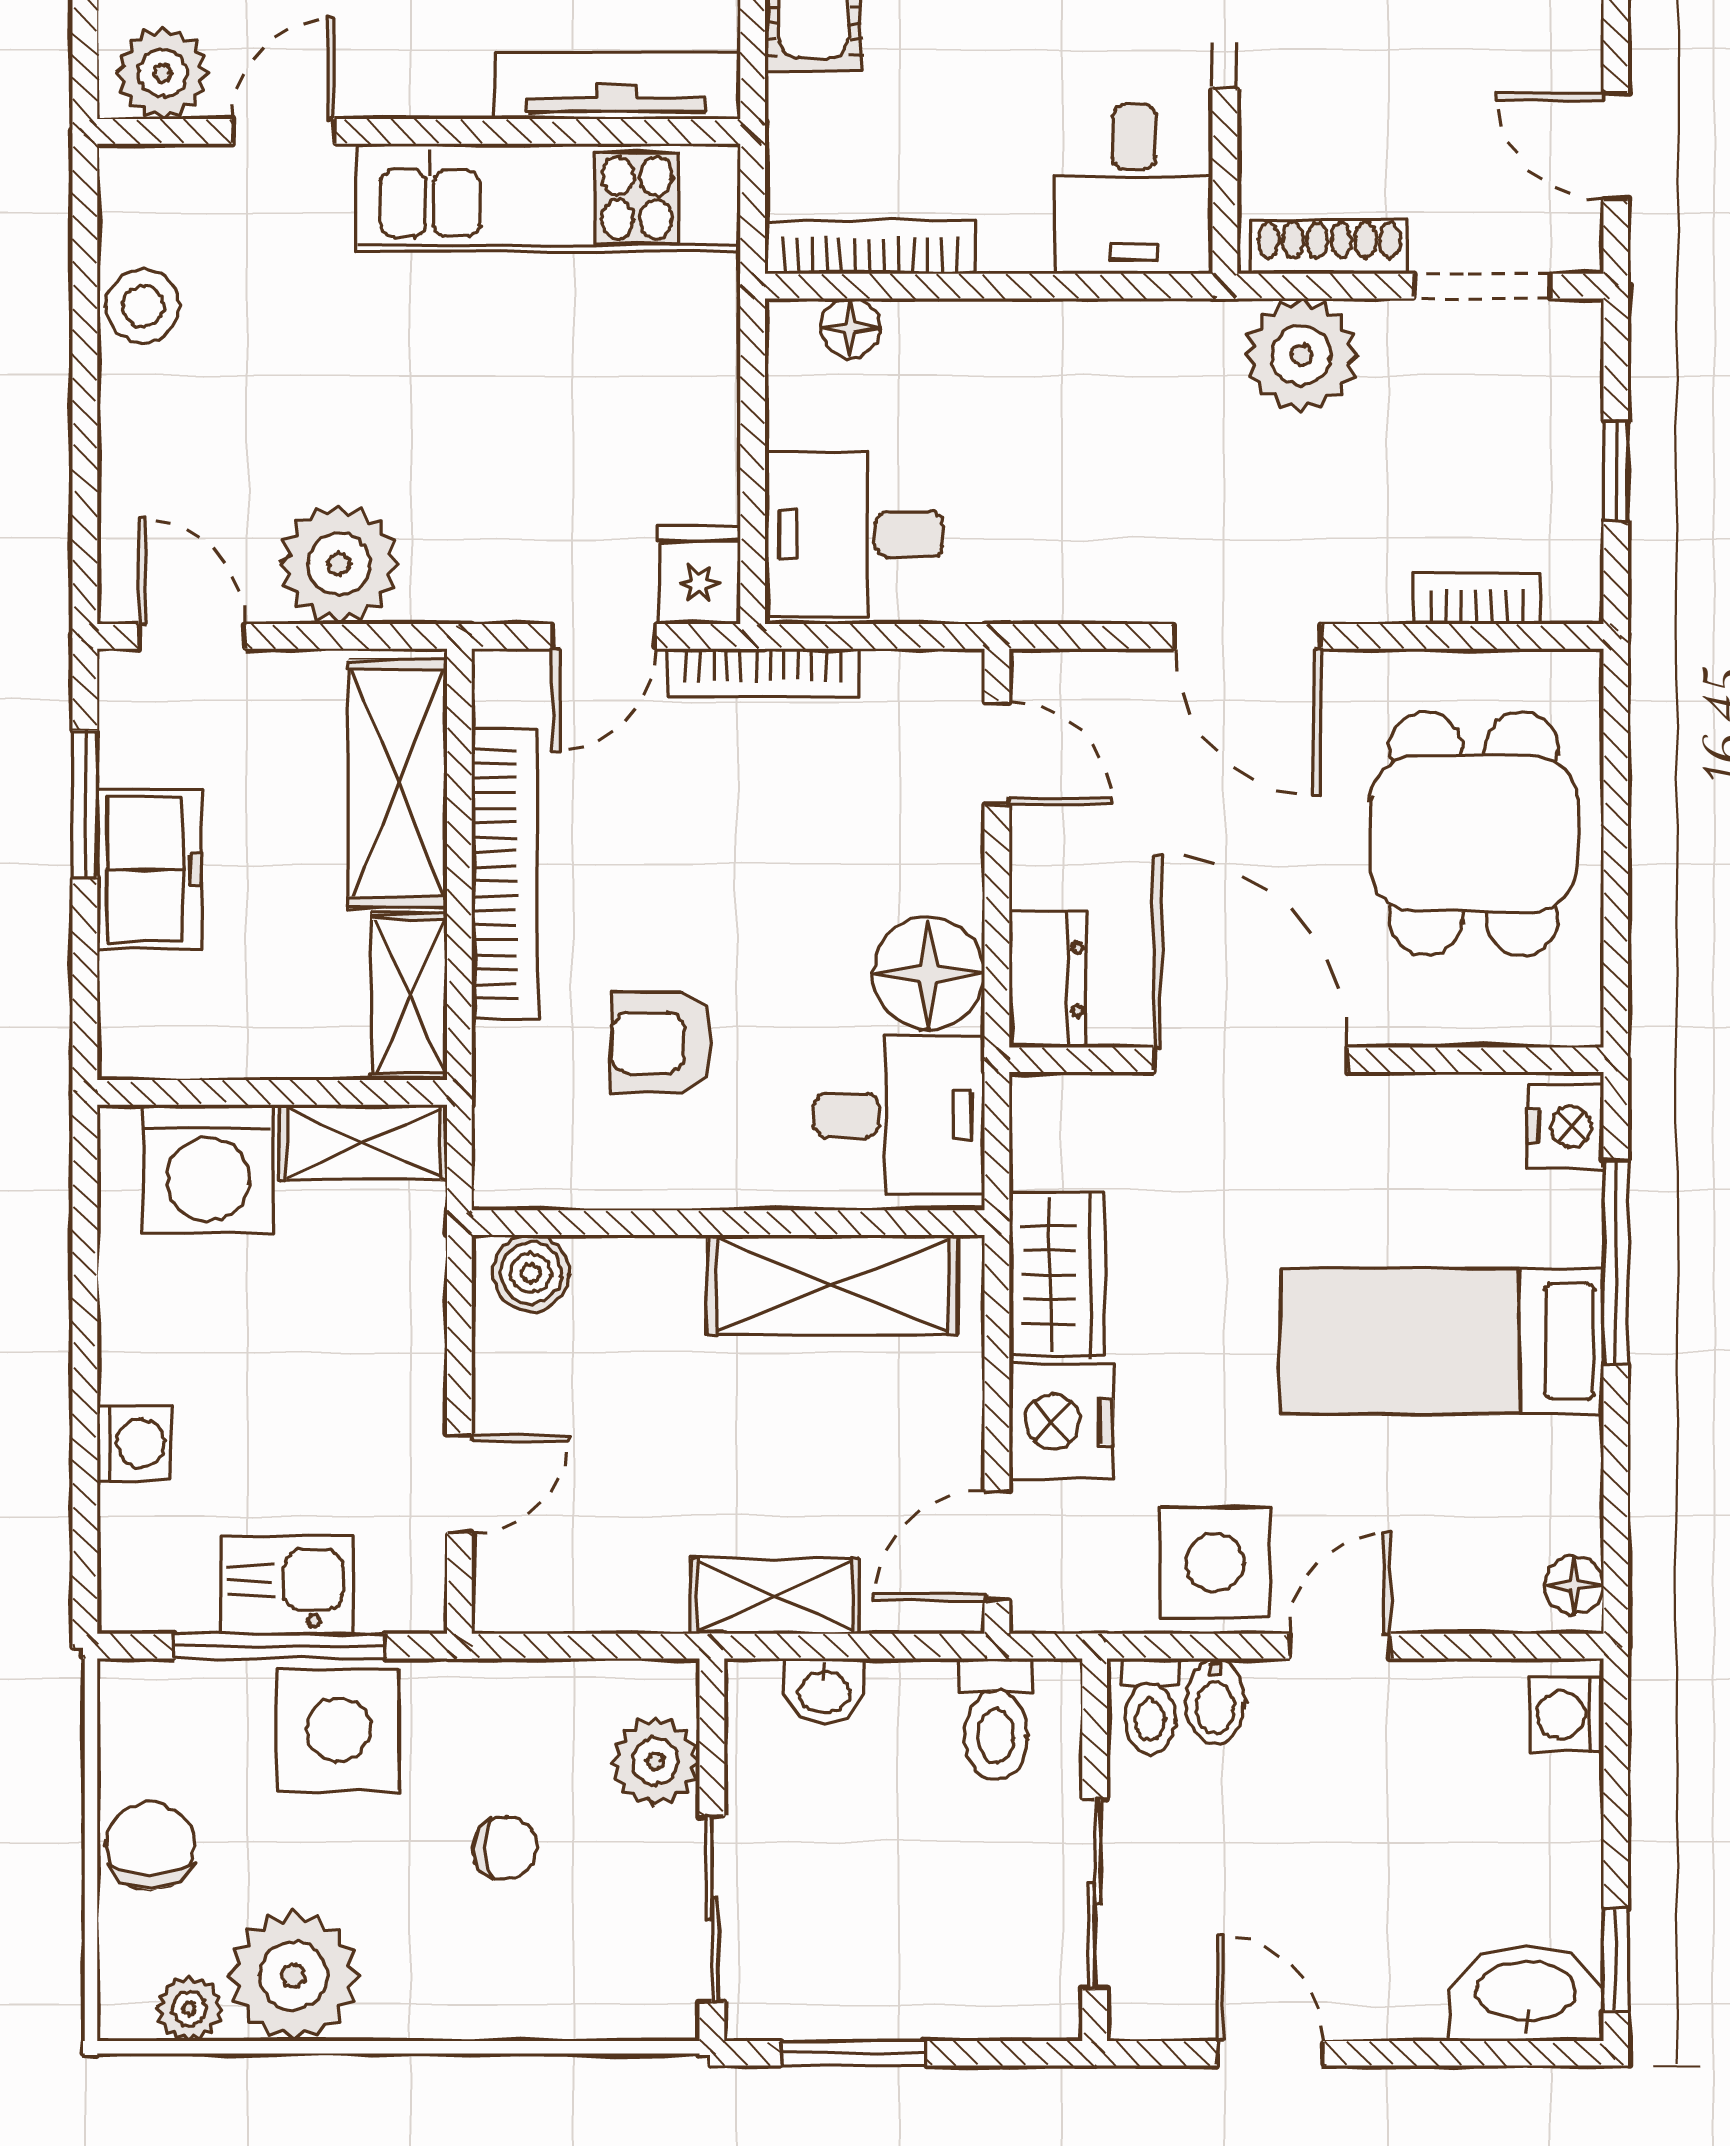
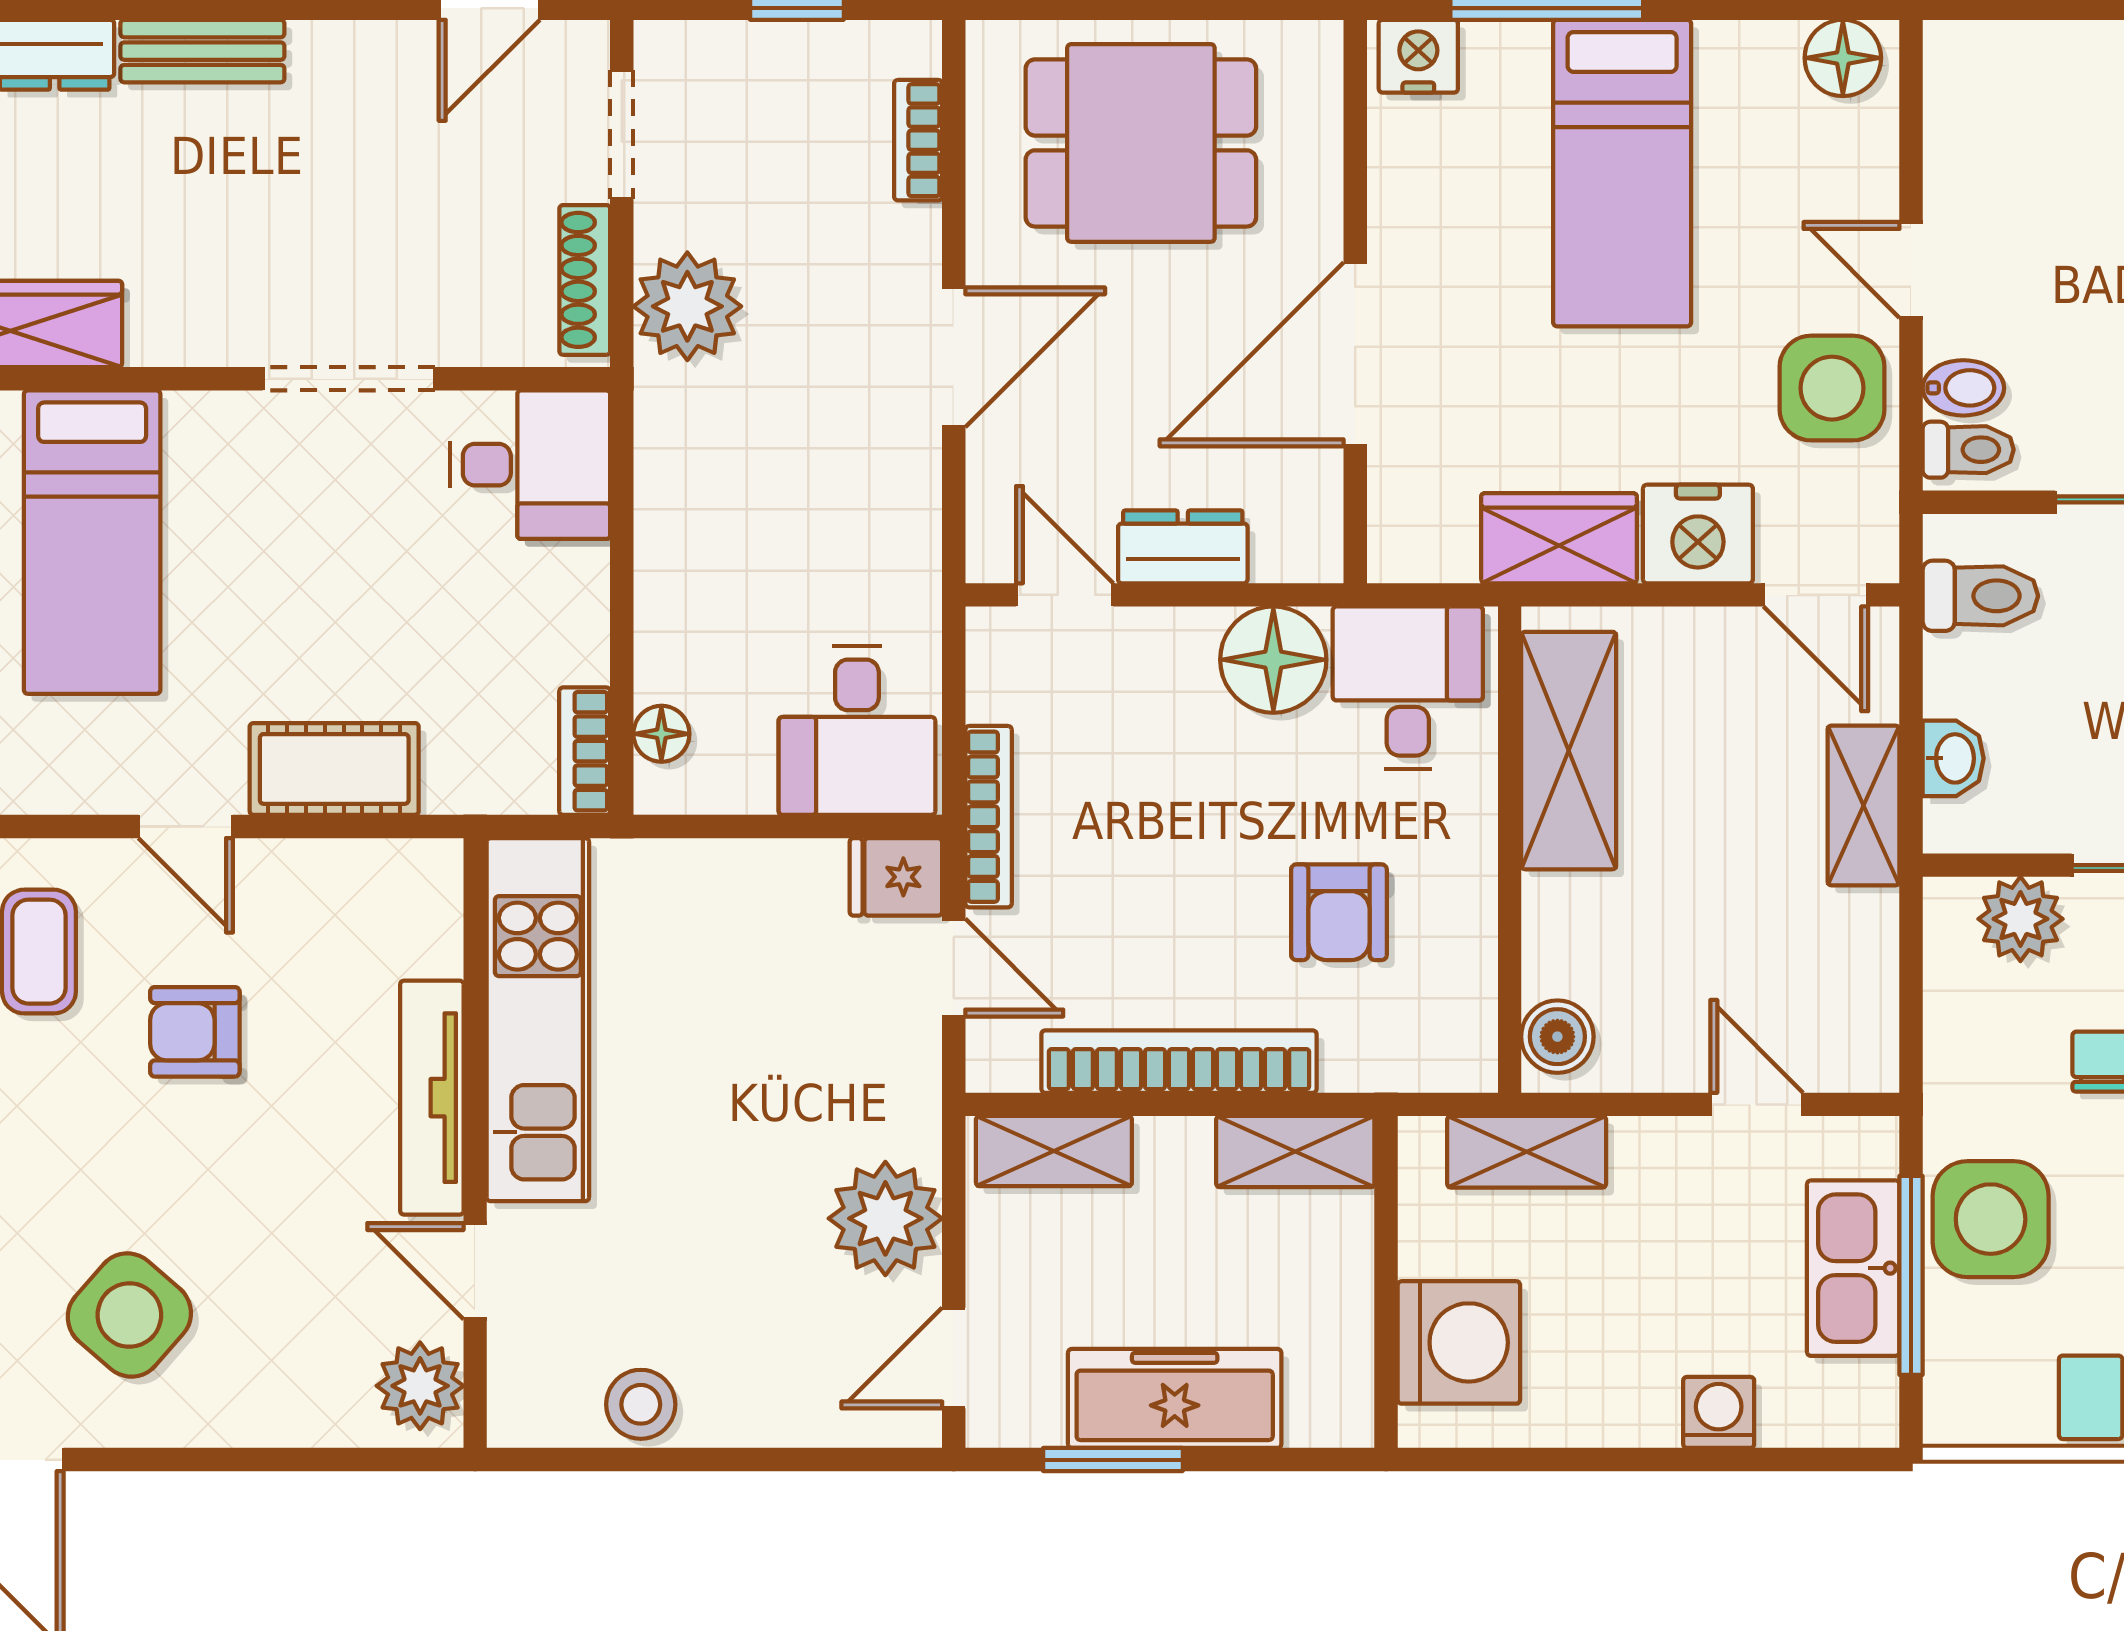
tv unit: (617, 86) -> (432, 1098), moved
bookcase: (870, 247) -> (585, 751), width x0.64
door: (997, 753) -> (1065, 595), hinge flipped
shelving: (398, 783) -> (1054, 1151), width x0.67, depth x0.75
freezer: (149, 869) -> (1175, 1398), width x1.40
dresser: (1048, 979) -> (1183, 547), moved
shelving: (363, 1142) -> (1527, 1152), moved, turned 90
kitchen sink: (287, 1585) -> (1853, 1268), width x1.38
floor lamp: (1574, 1585) -> (1843, 58), width x1.37, depth x1.37
washing machine: (1566, 1715) -> (1976, 55), removed

